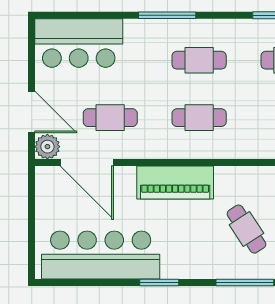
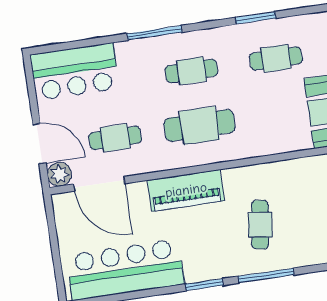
cafe table: (199, 118) -> (199, 125), width x1.37, depth x1.35
cafe table: (246, 229) -> (260, 225), turned 41
window: (159, 283) -> (204, 285), moved

